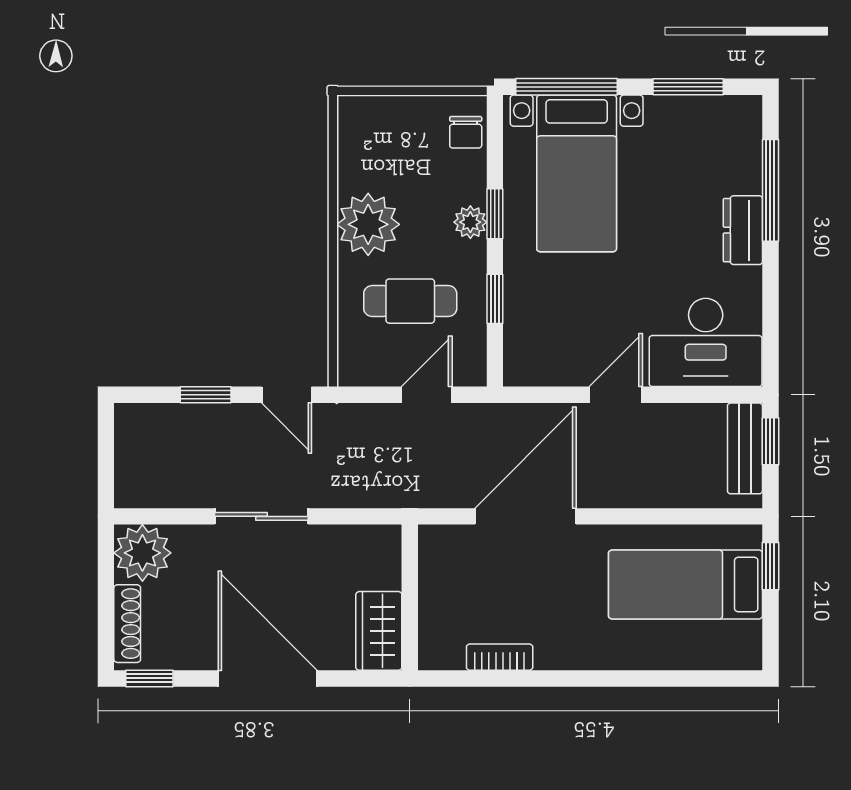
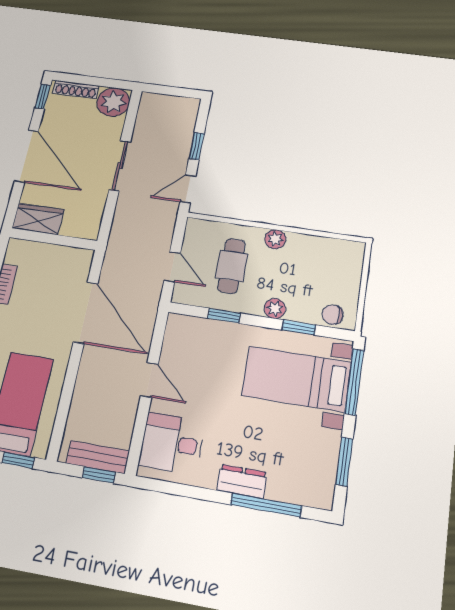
window: (495, 214) -> (299, 327), moved
plant: (368, 224) -> (275, 239), width x0.53, depth x0.53
desk: (706, 342) -> (172, 443), width x0.73
door: (268, 678) -> (26, 156), hinge flipped

